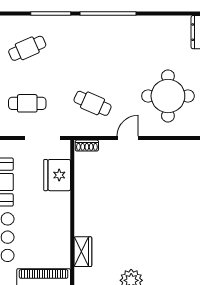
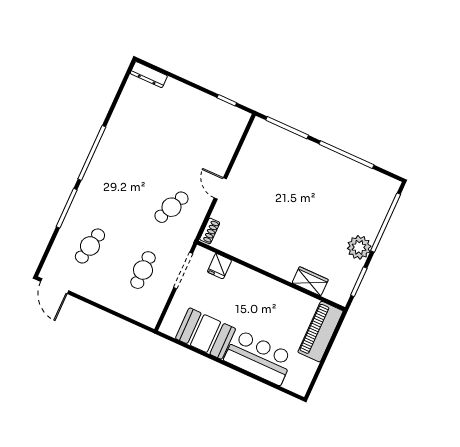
cafe table: (27, 48) -> (90, 246), turned 36
round table: (168, 96) -> (197, 131), removed
fridge: (57, 175) -> (219, 266), width x0.53, depth x0.75

